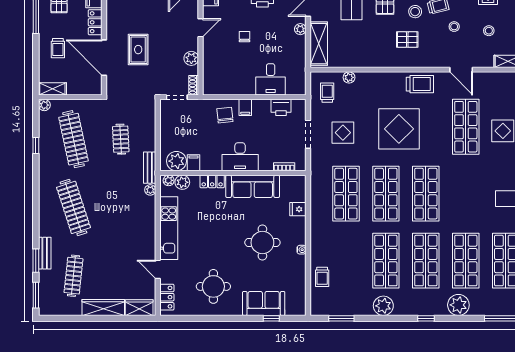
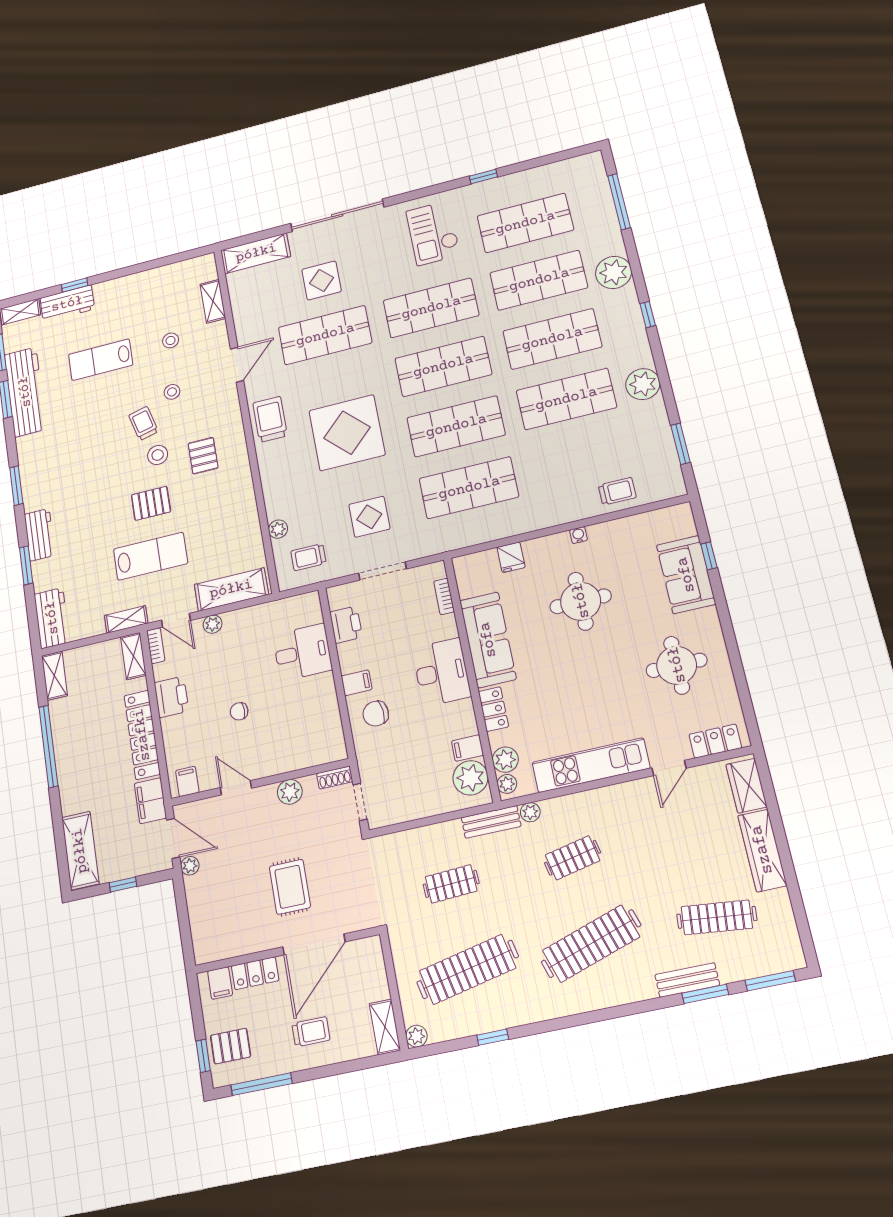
rug: (138, 50) -> (290, 887), turned 90
shop shelf: (466, 194) -> (431, 308), added
clothes rail: (121, 207) -> (573, 858), added

